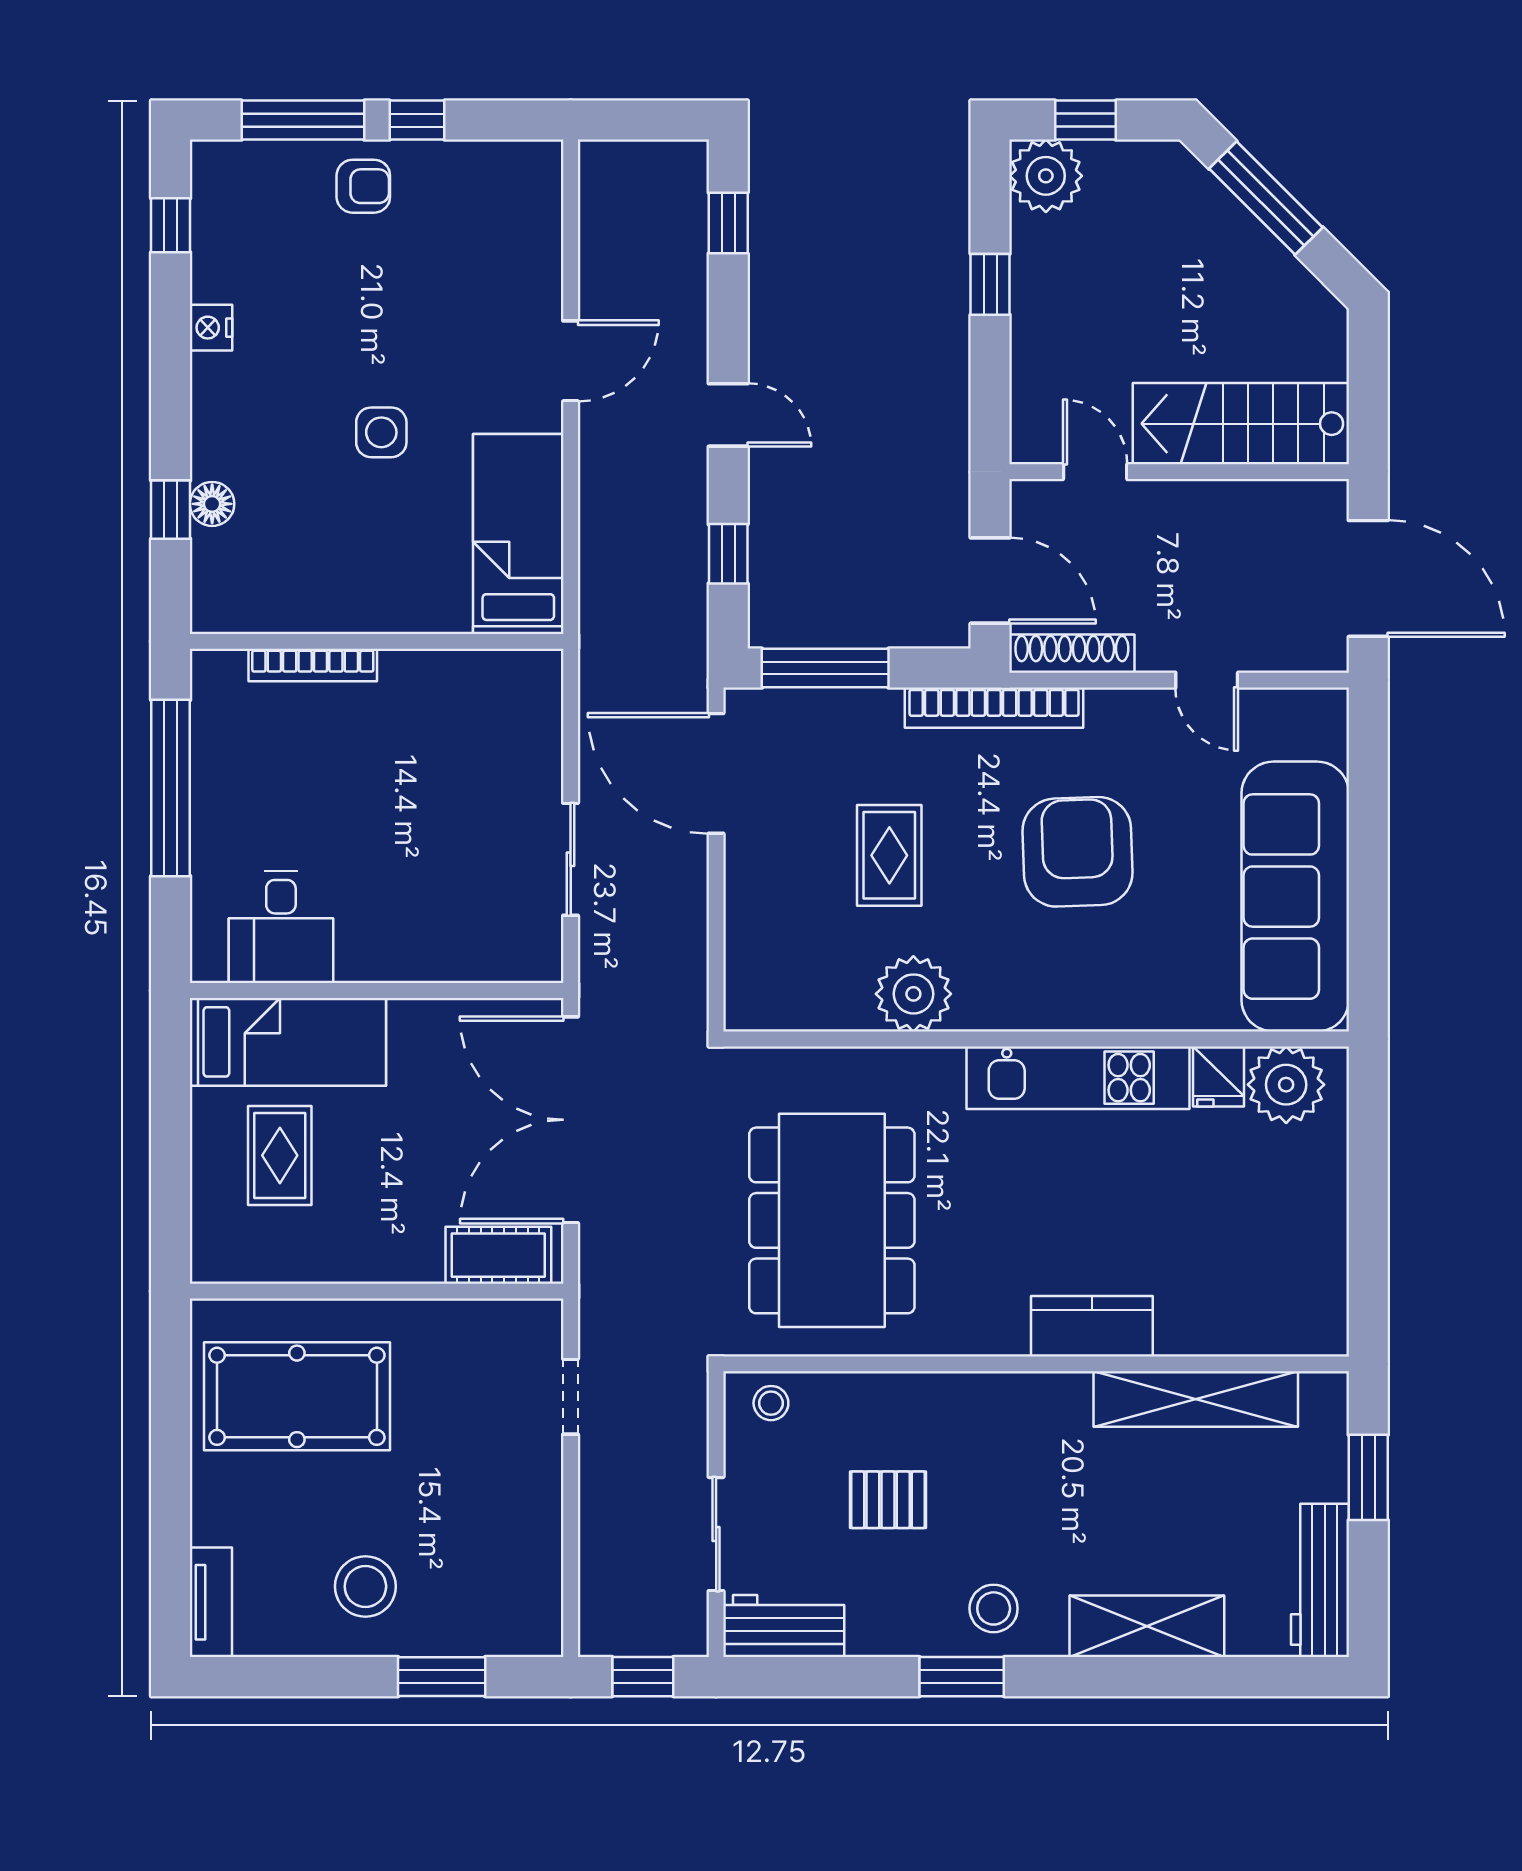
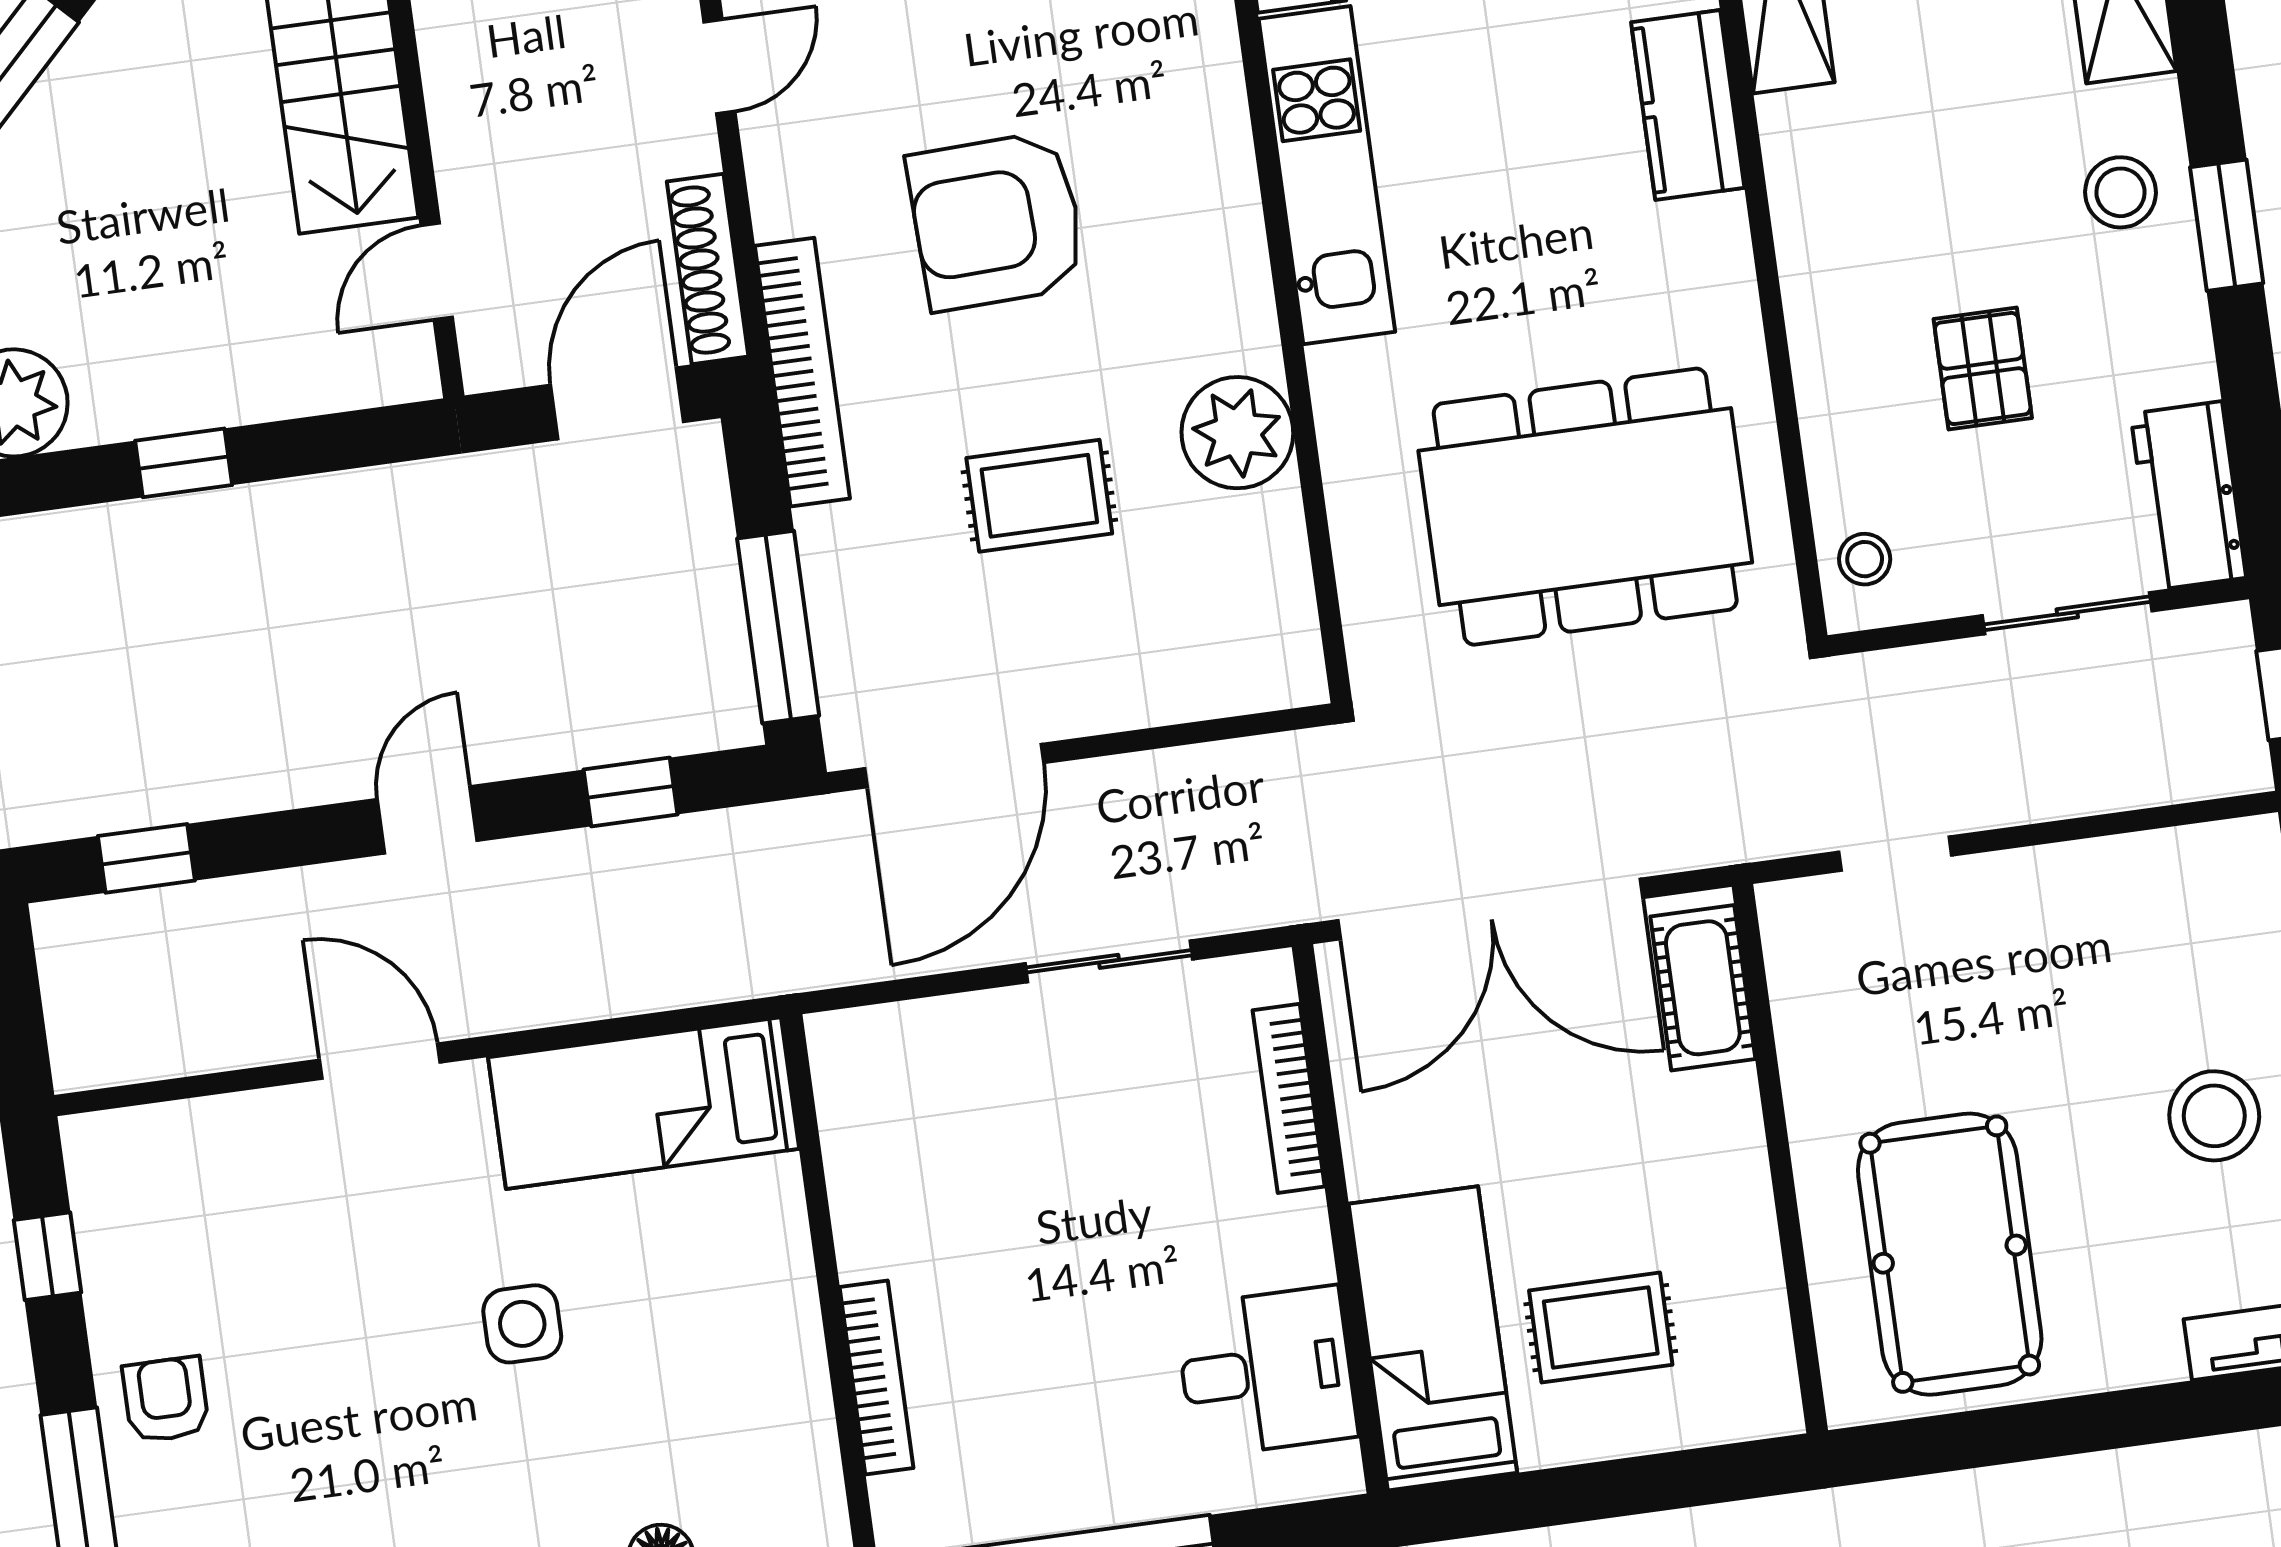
window: (417, 120) -> (48, 1256), moved
bookcase: (462, 967) -> (1289, 1098), added

